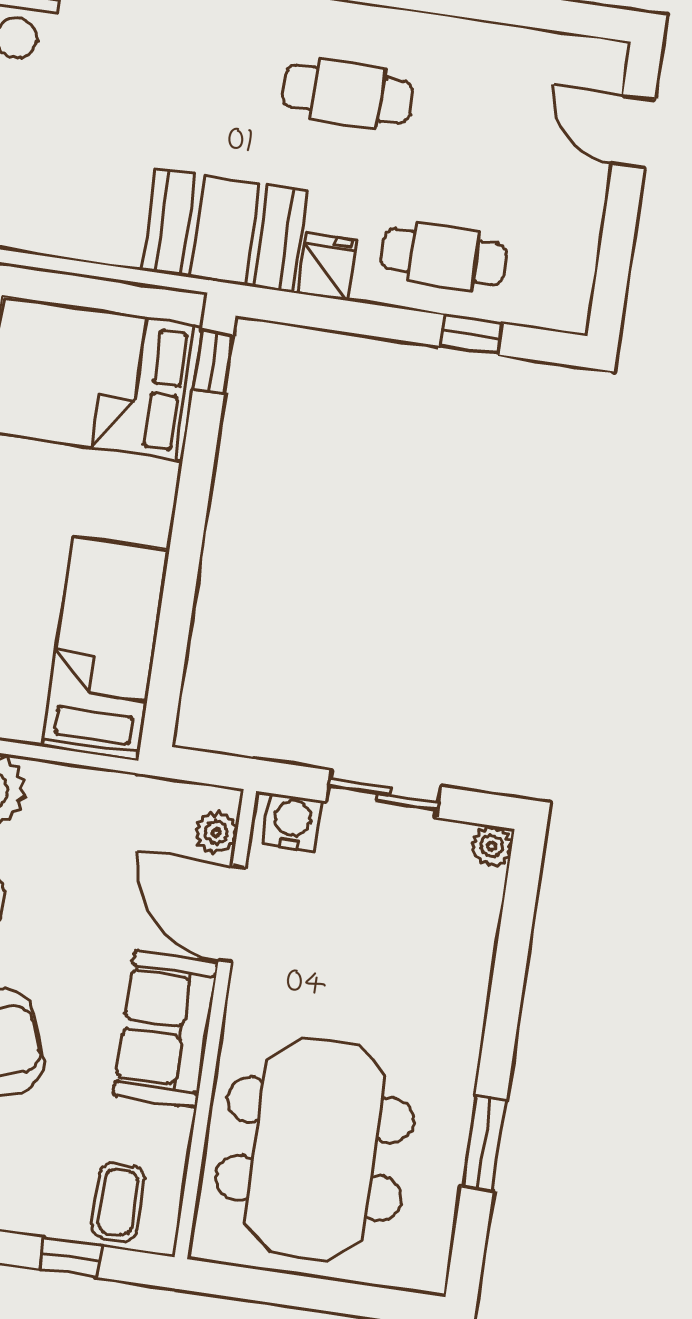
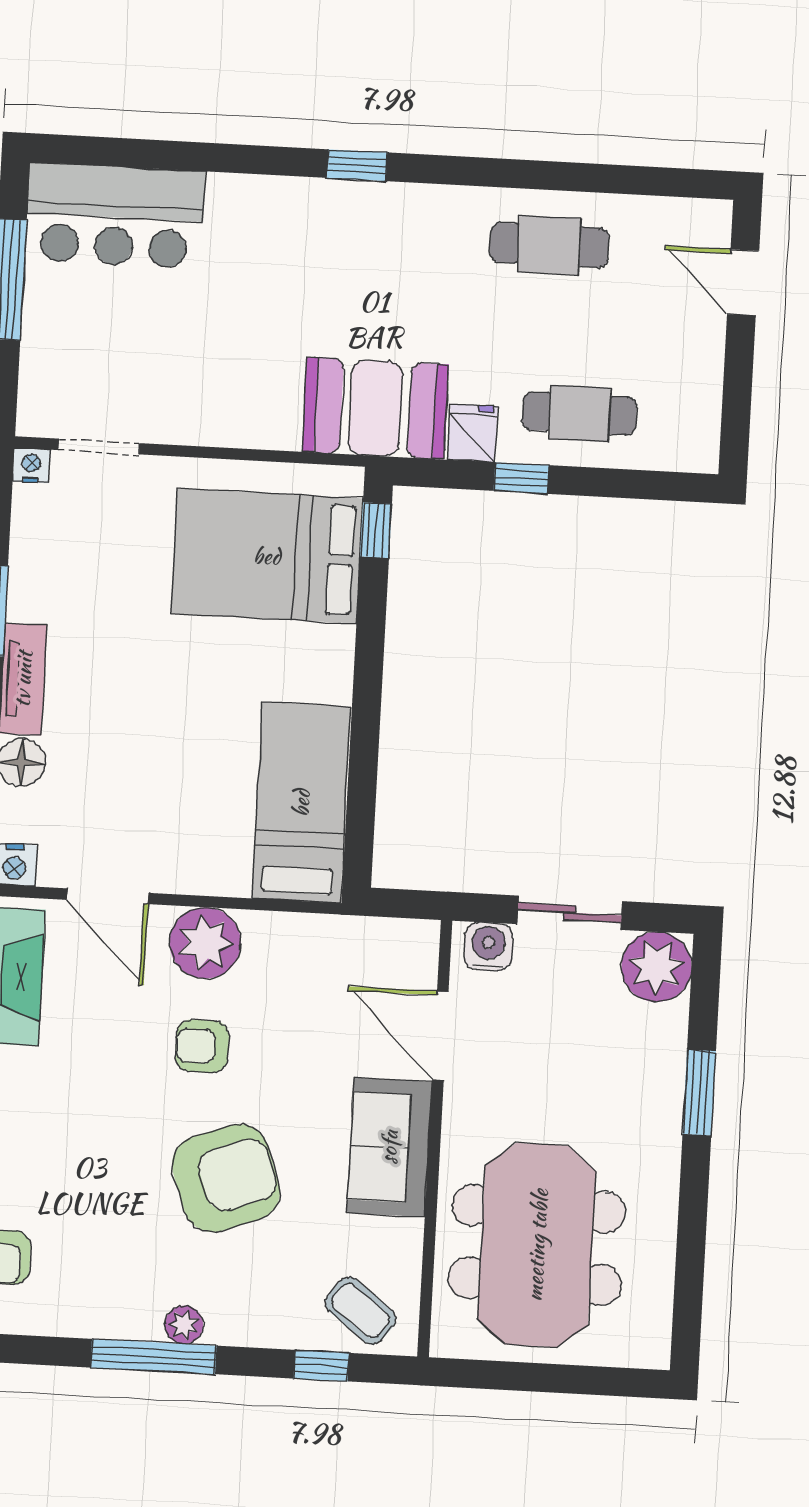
cafe table: (348, 94) -> (549, 245), moved
window: (471, 335) -> (521, 478), moved
plant: (216, 833) -> (419, 962), removed
plant: (492, 846) -> (657, 967), width x1.88, depth x1.88
window: (484, 1144) -> (699, 1093), moved
coffee table: (118, 1202) -> (360, 1311), turned -52

